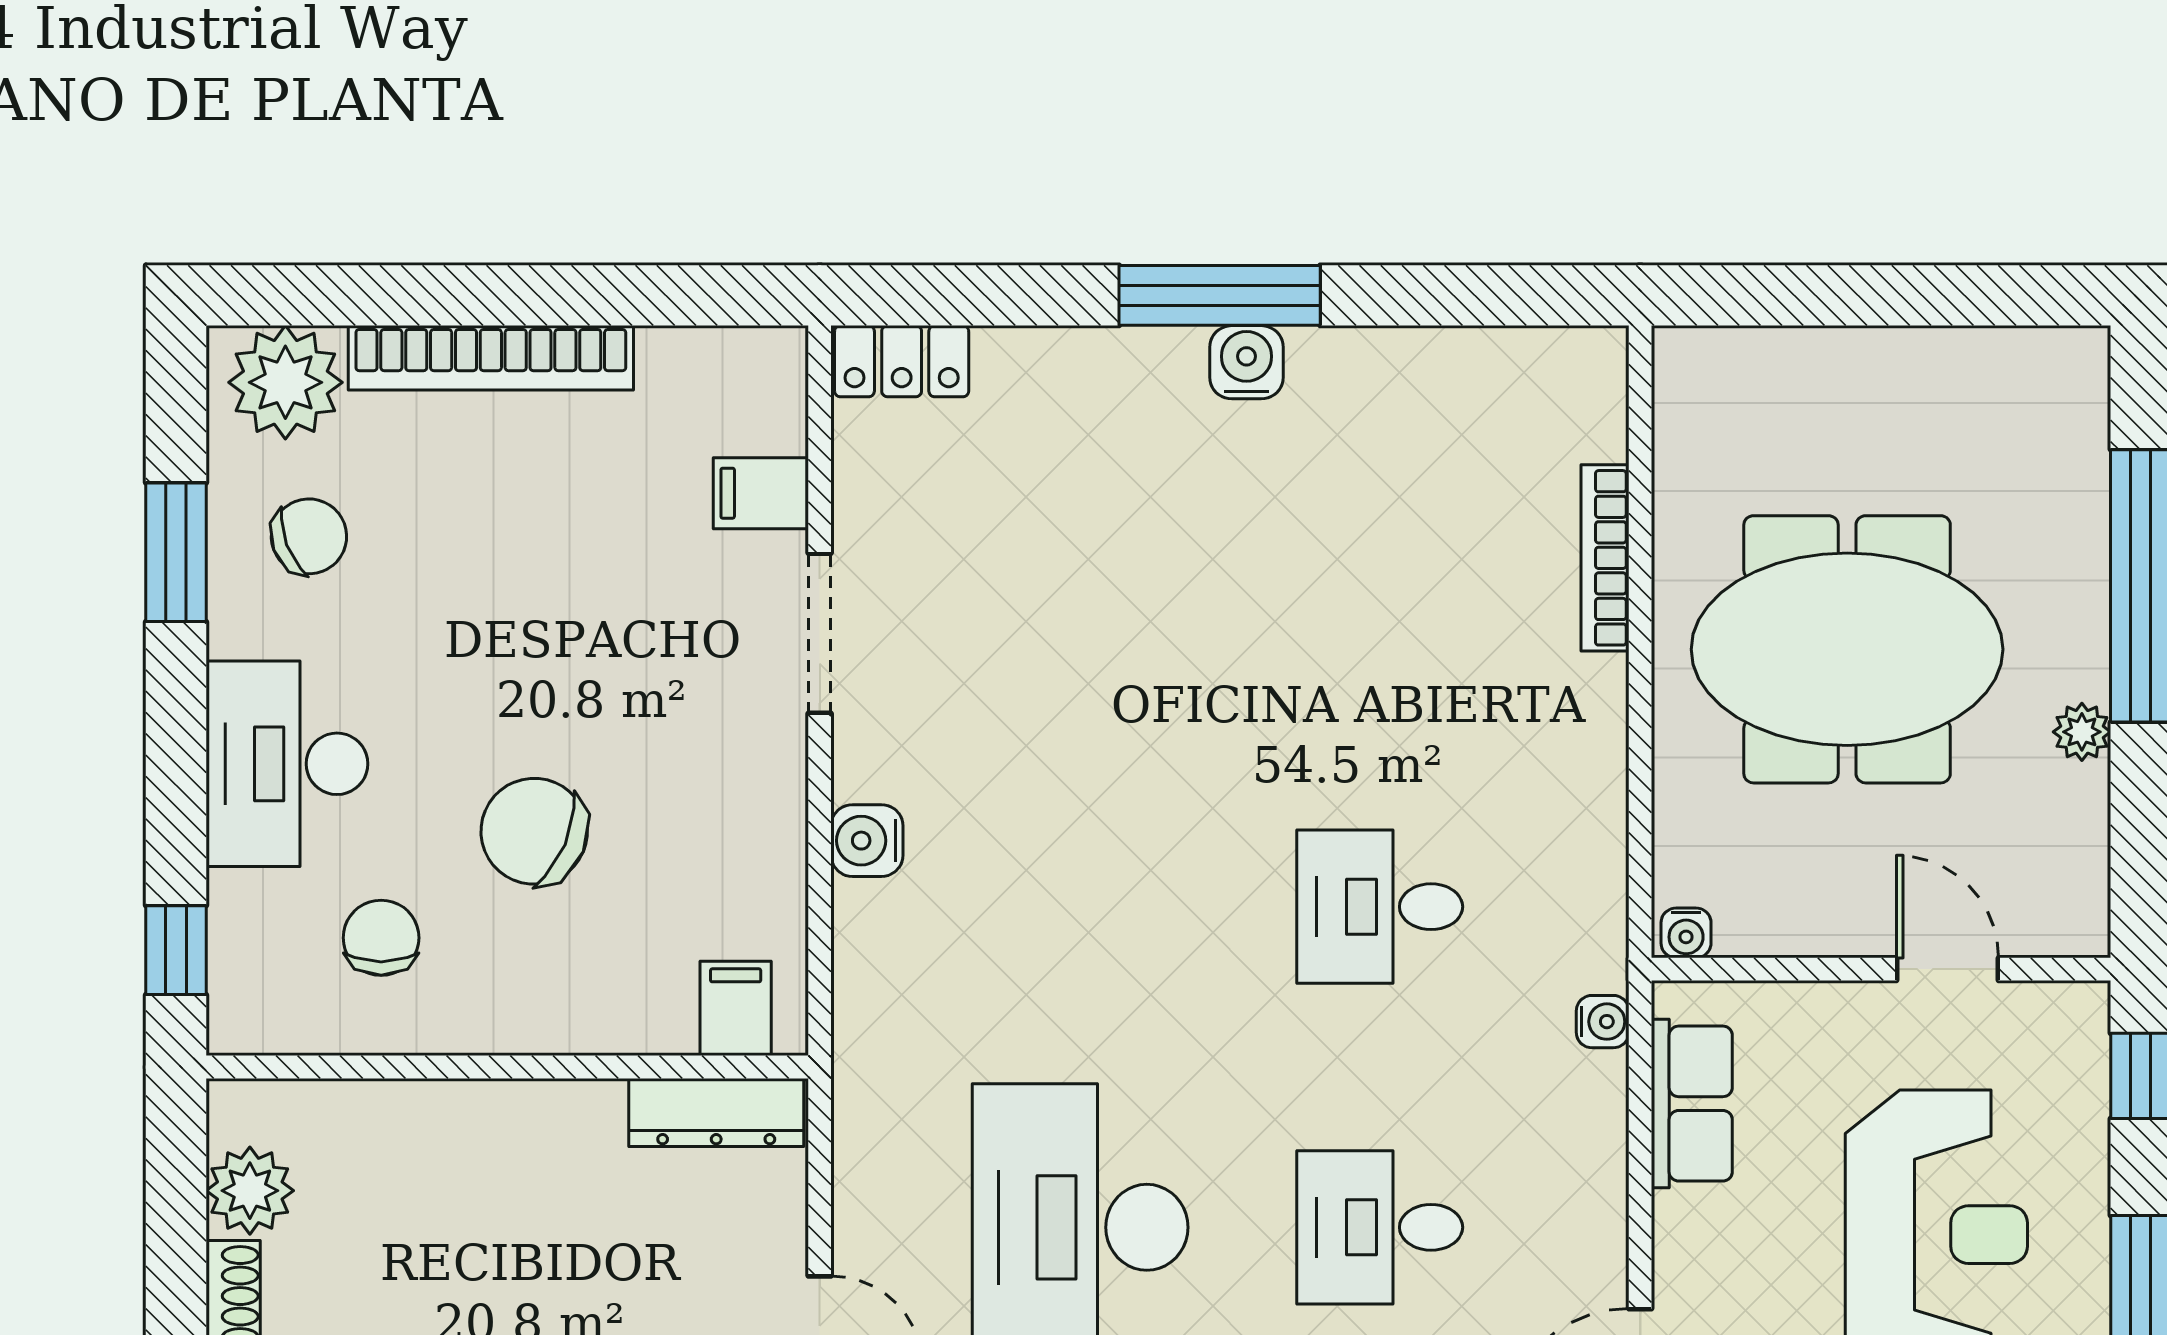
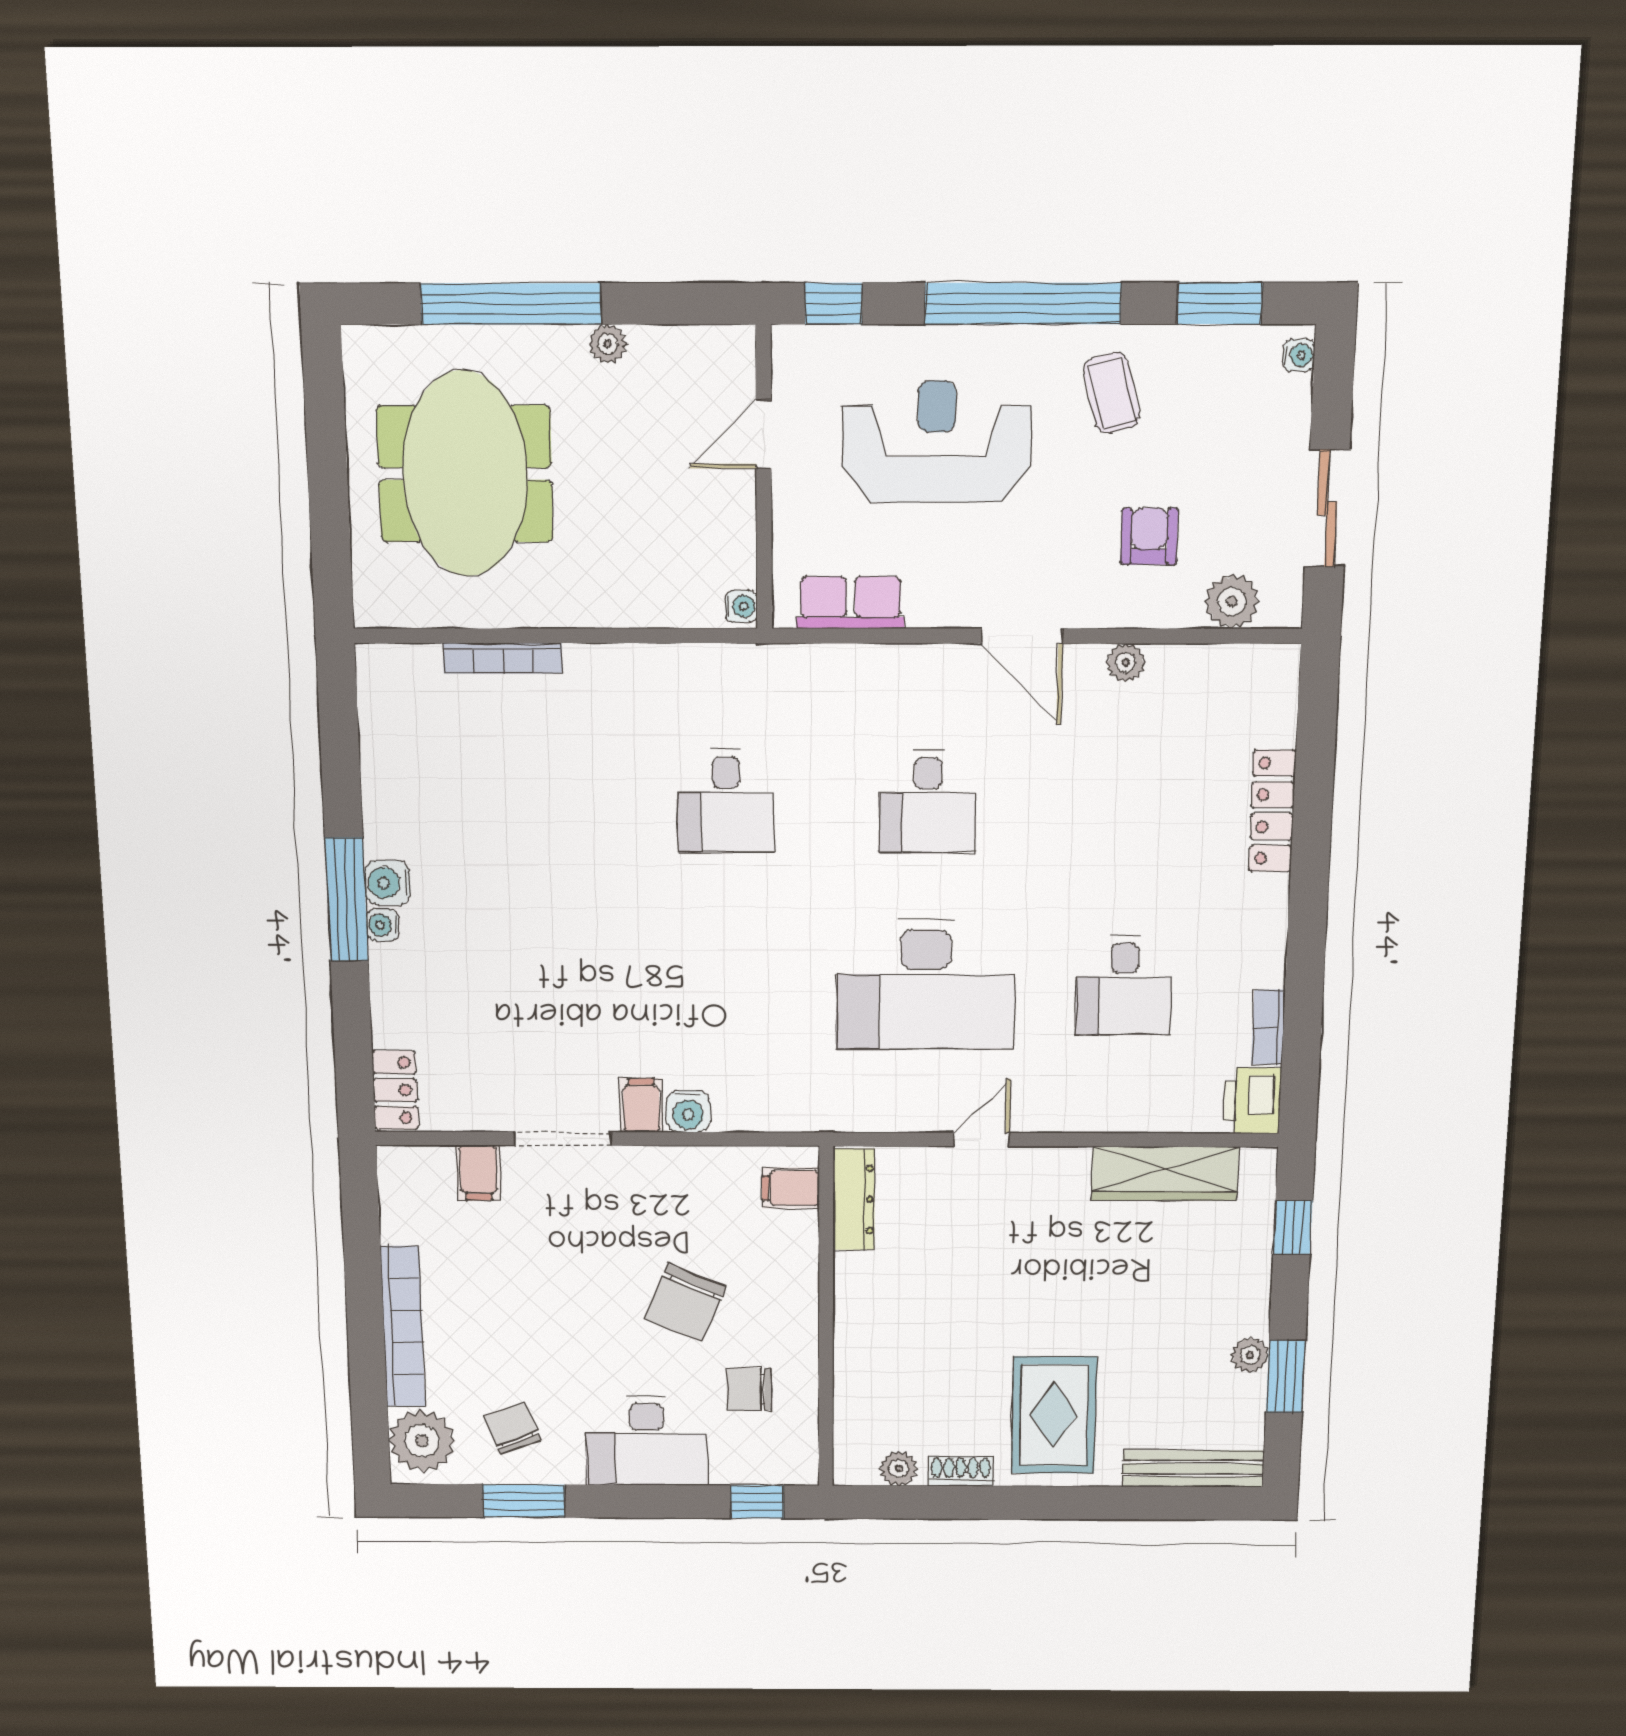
meeting table: (1847, 649) -> (465, 474), moved
filing cabinet: (877, 764) -> (641, 1105), added
water cooler: (1603, 1022) -> (383, 925), moved, turned -90
plant: (250, 1191) -> (899, 1468), width x0.73, depth x0.73

